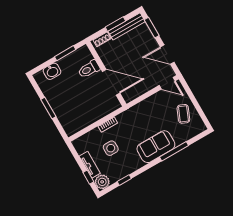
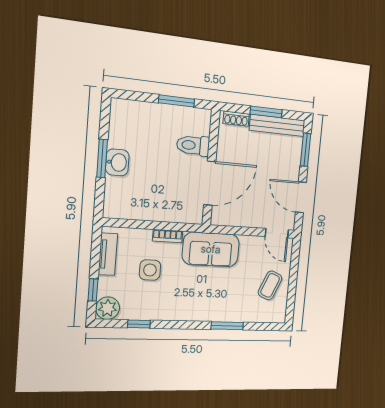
washbasin: (52, 71) -> (117, 162), moved, turned -90
door: (111, 82) -> (210, 183), hinge flipped
sofa: (156, 147) -> (211, 249), moved, turned 180
window: (174, 151) -> (227, 326), width x0.69
tv unit: (90, 165) -> (108, 254), moved

